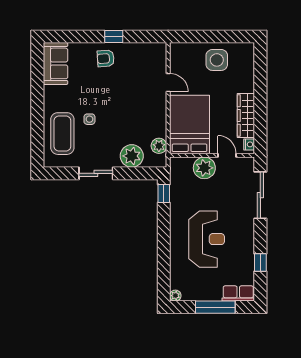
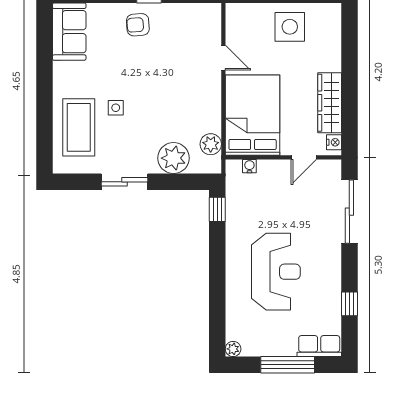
door: (227, 155) -> (304, 157), swing flipped
water cooler: (187, 162) -> (249, 166), added
plant: (204, 168) -> (273, 174), removed

